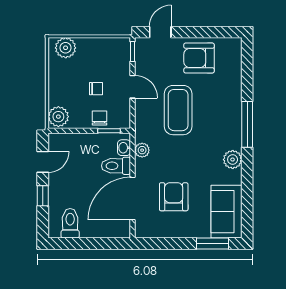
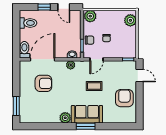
door: (133, 87) -> (97, 59), moved
coffee table: (178, 110) -> (94, 86), width x0.54, depth x0.58
window: (247, 124) -> (86, 126), width x0.69
toilet: (116, 166) -> (24, 50), moved
door: (133, 198) -> (42, 59), hinge flipped
sofa: (227, 212) -> (87, 114), moved

